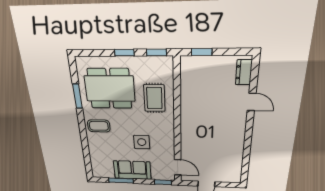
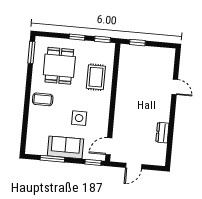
dresser: (244, 72) -> (162, 133), moved
dining table: (110, 89) -> (59, 66), width x0.73
window: (77, 96) -> (31, 52), moved
door: (178, 167) -> (109, 146), swing flipped

